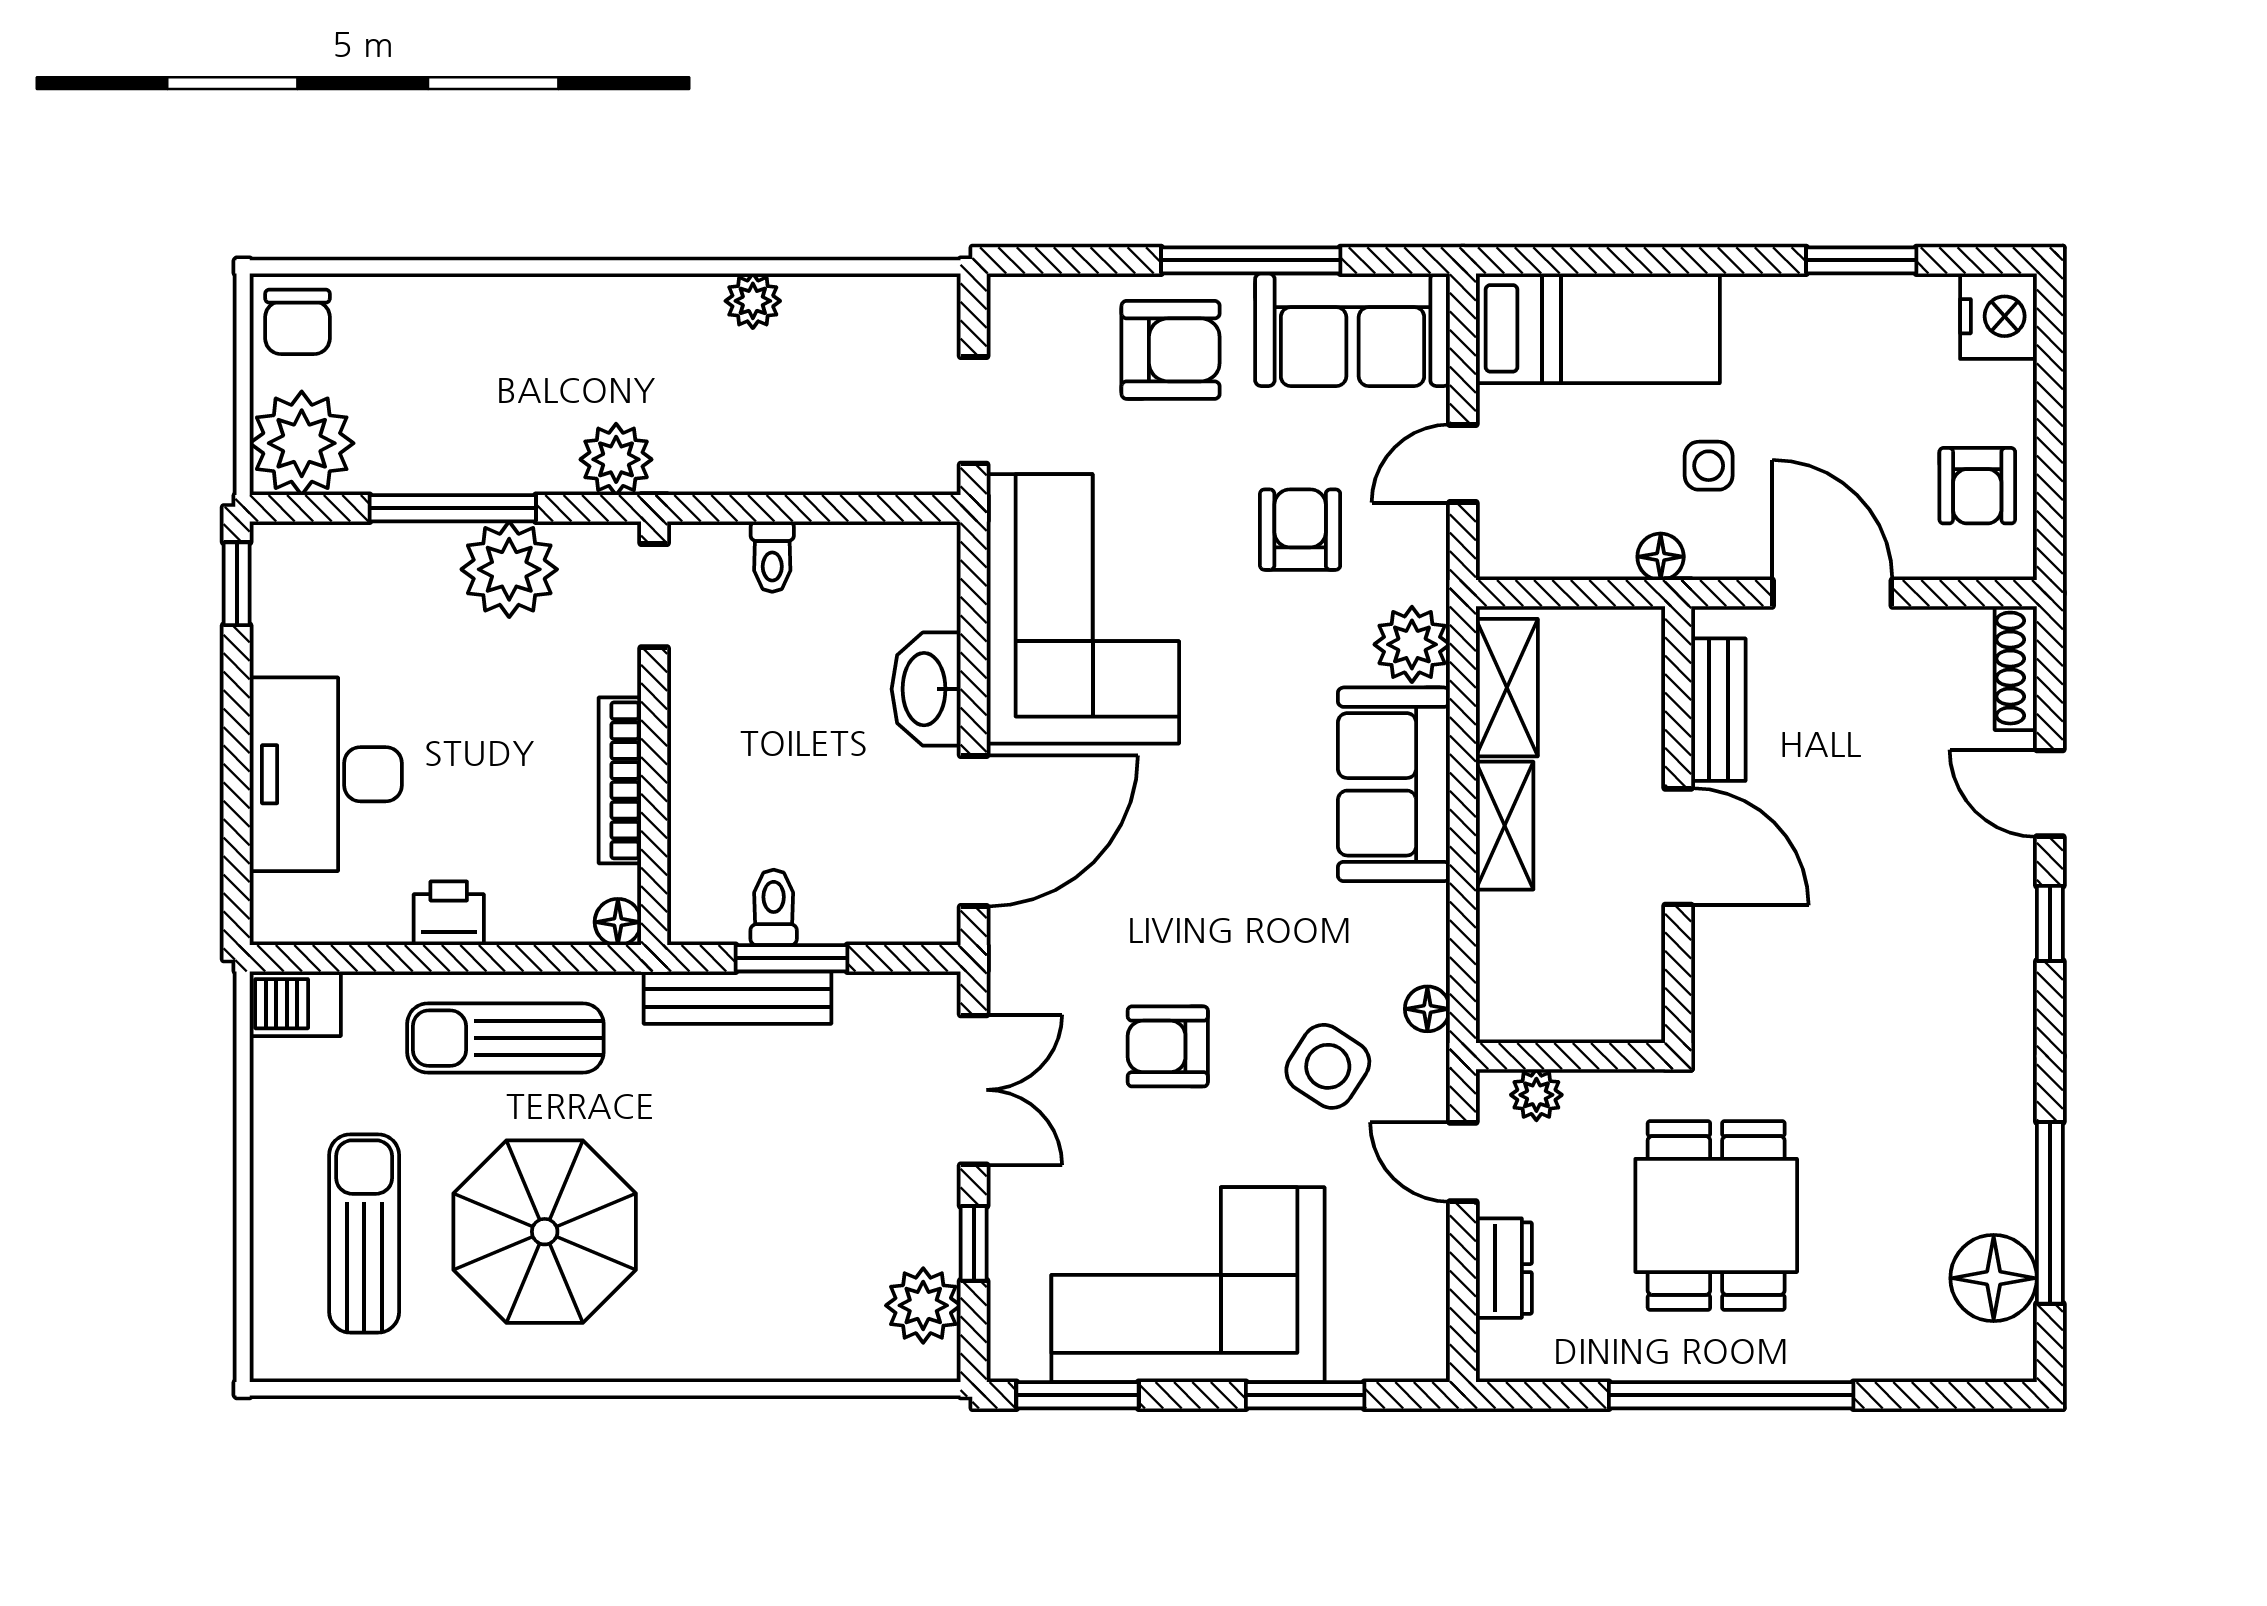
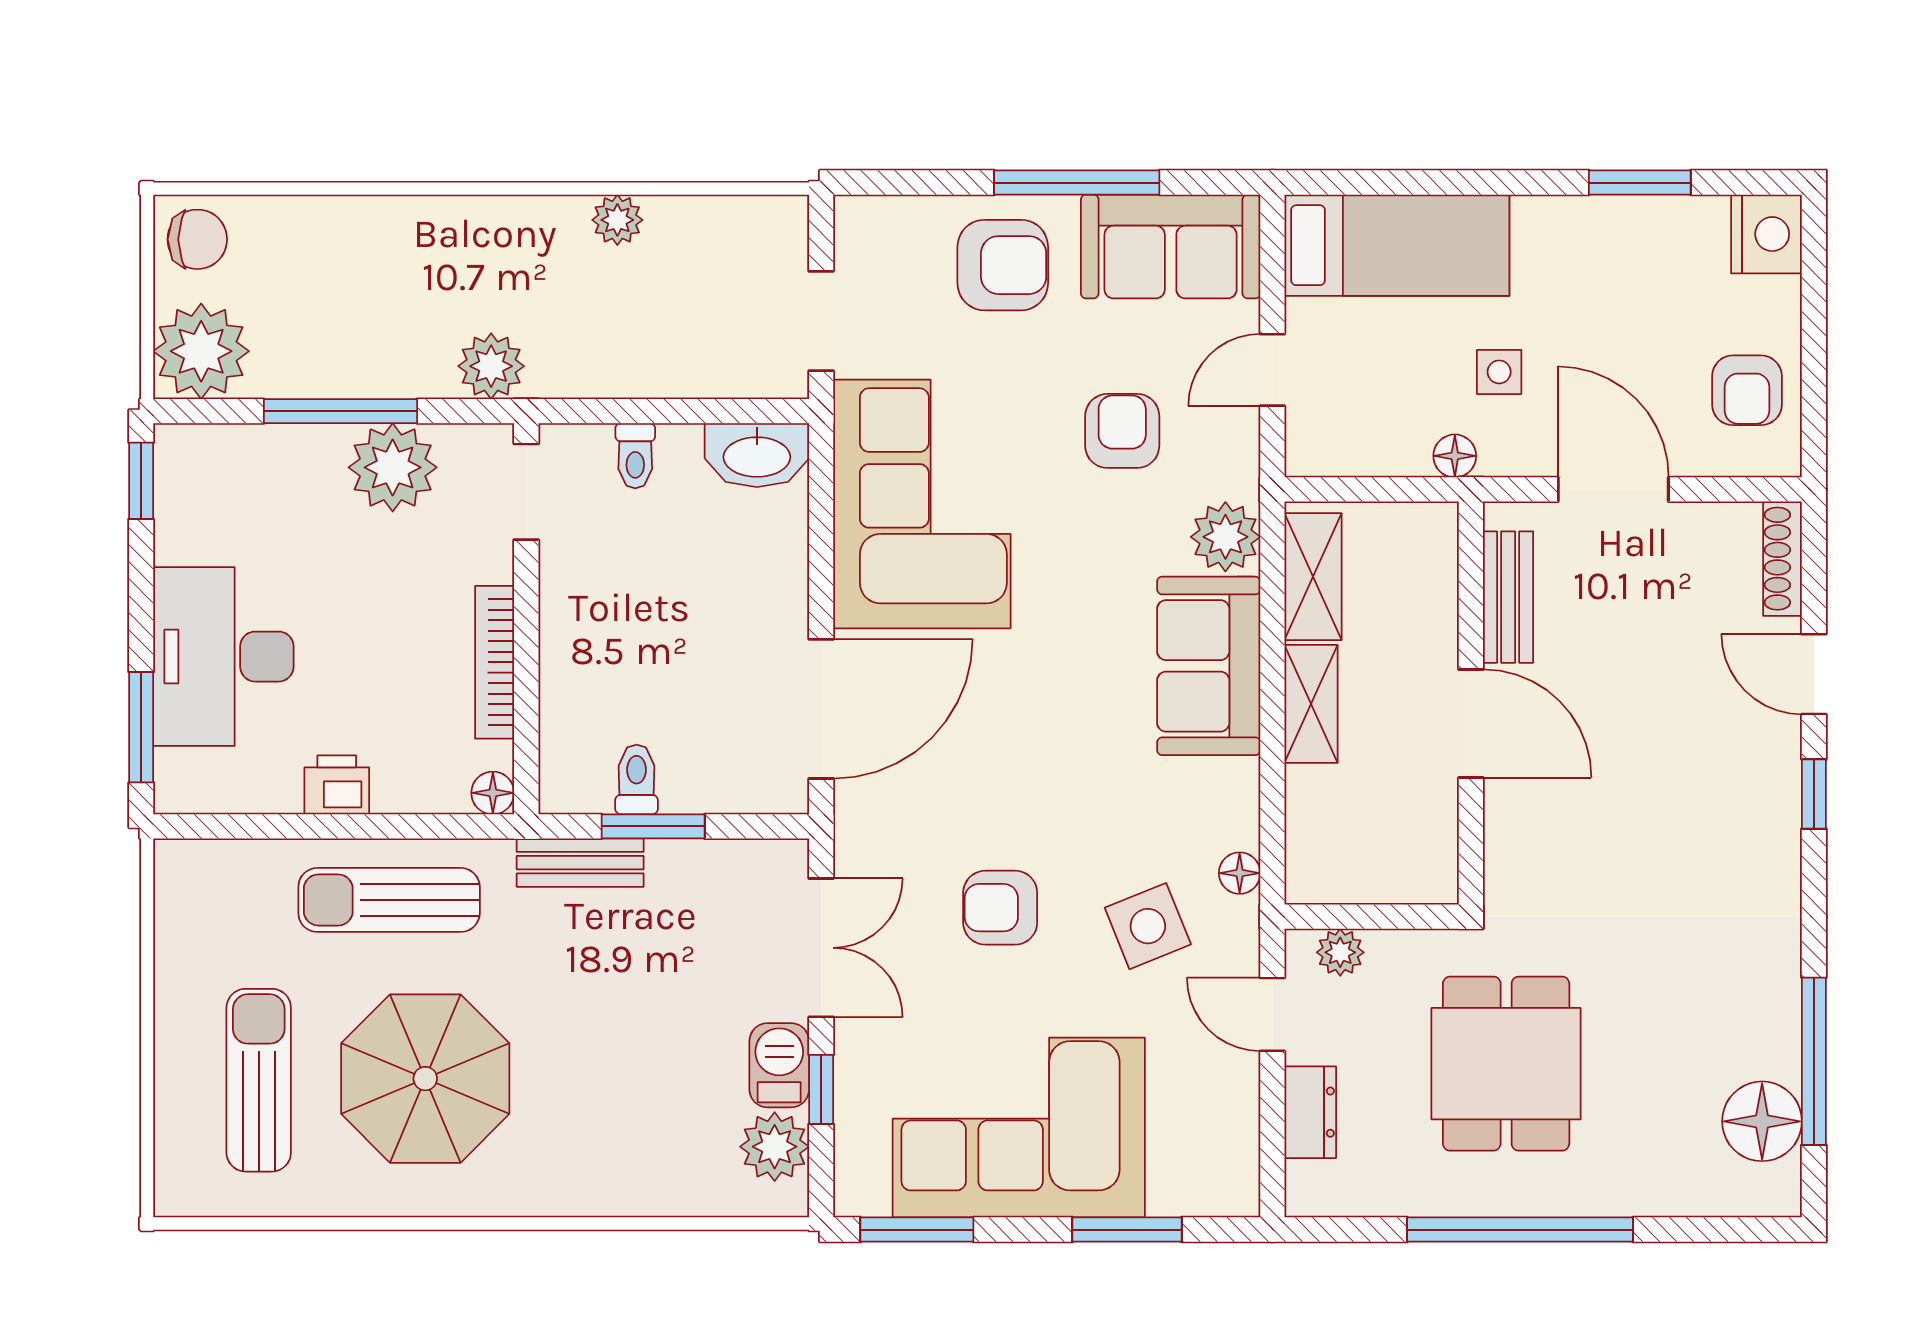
chair: (298, 322) -> (197, 239), turned -90
washbasin: (926, 689) -> (757, 455), moved, turned -90
window: (237, 851) -> (141, 727), added
bench: (738, 998) -> (580, 863), width x0.73
barbecue: (295, 1004) -> (779, 1065), moved, turned 90
side table: (1328, 1066) -> (1148, 926), turned 35

